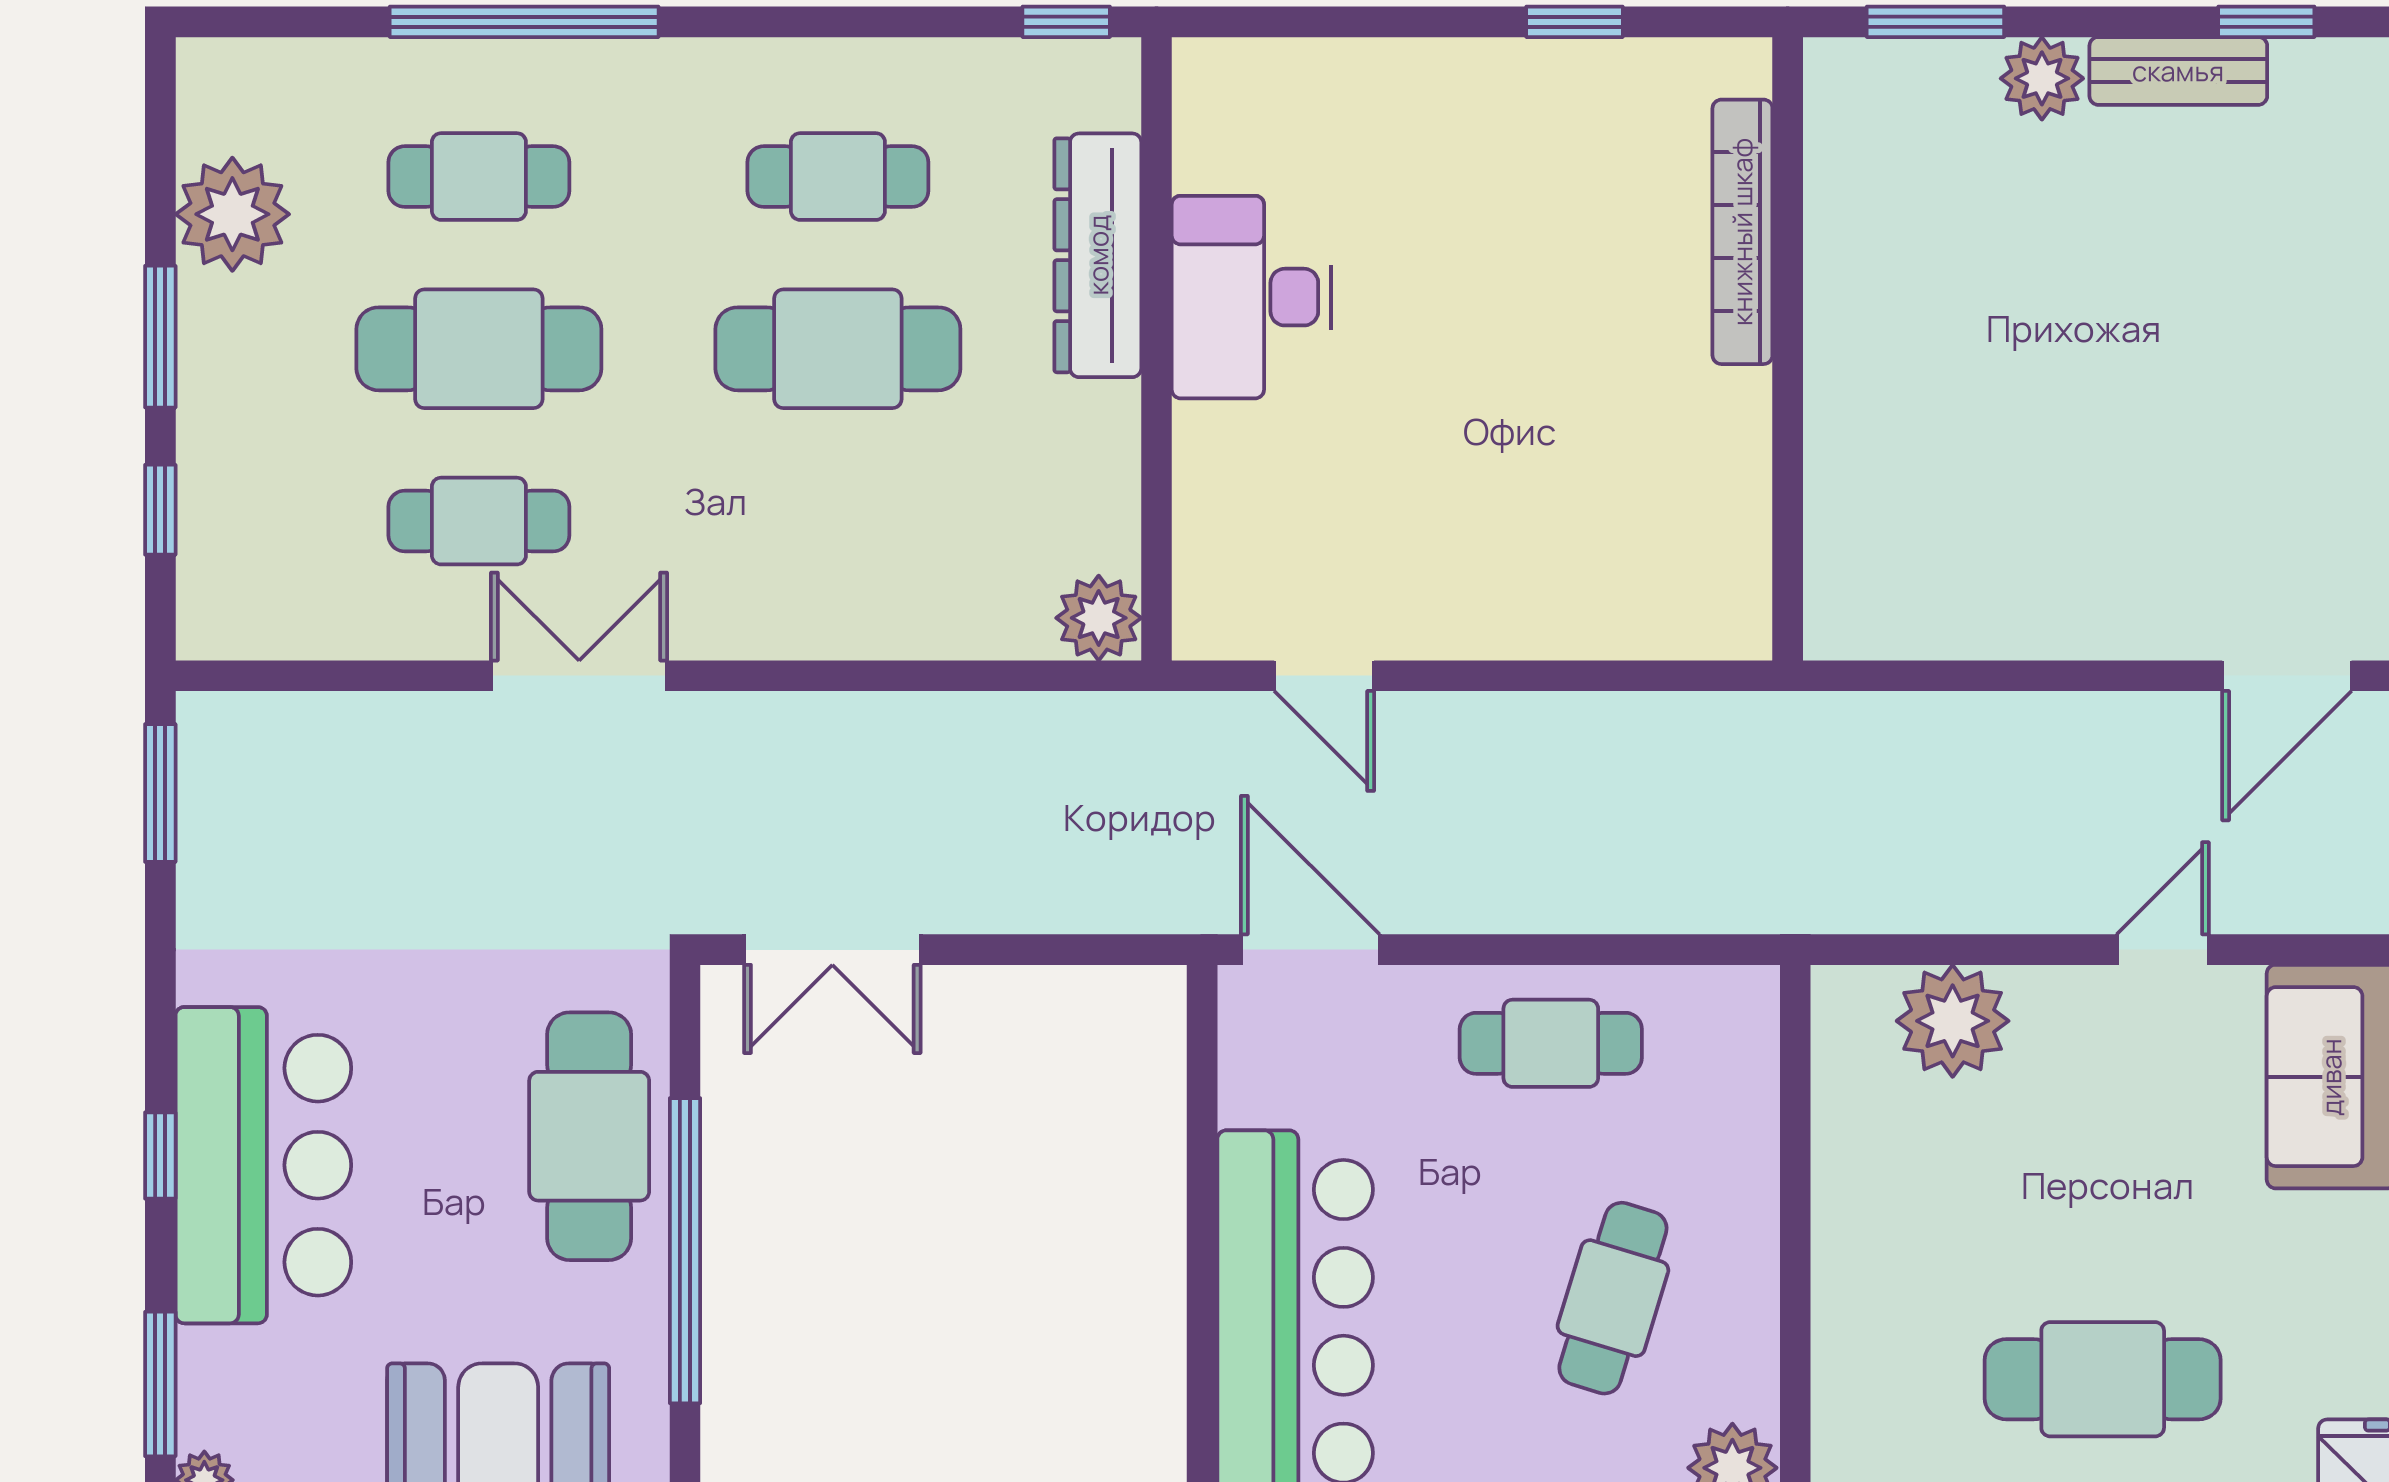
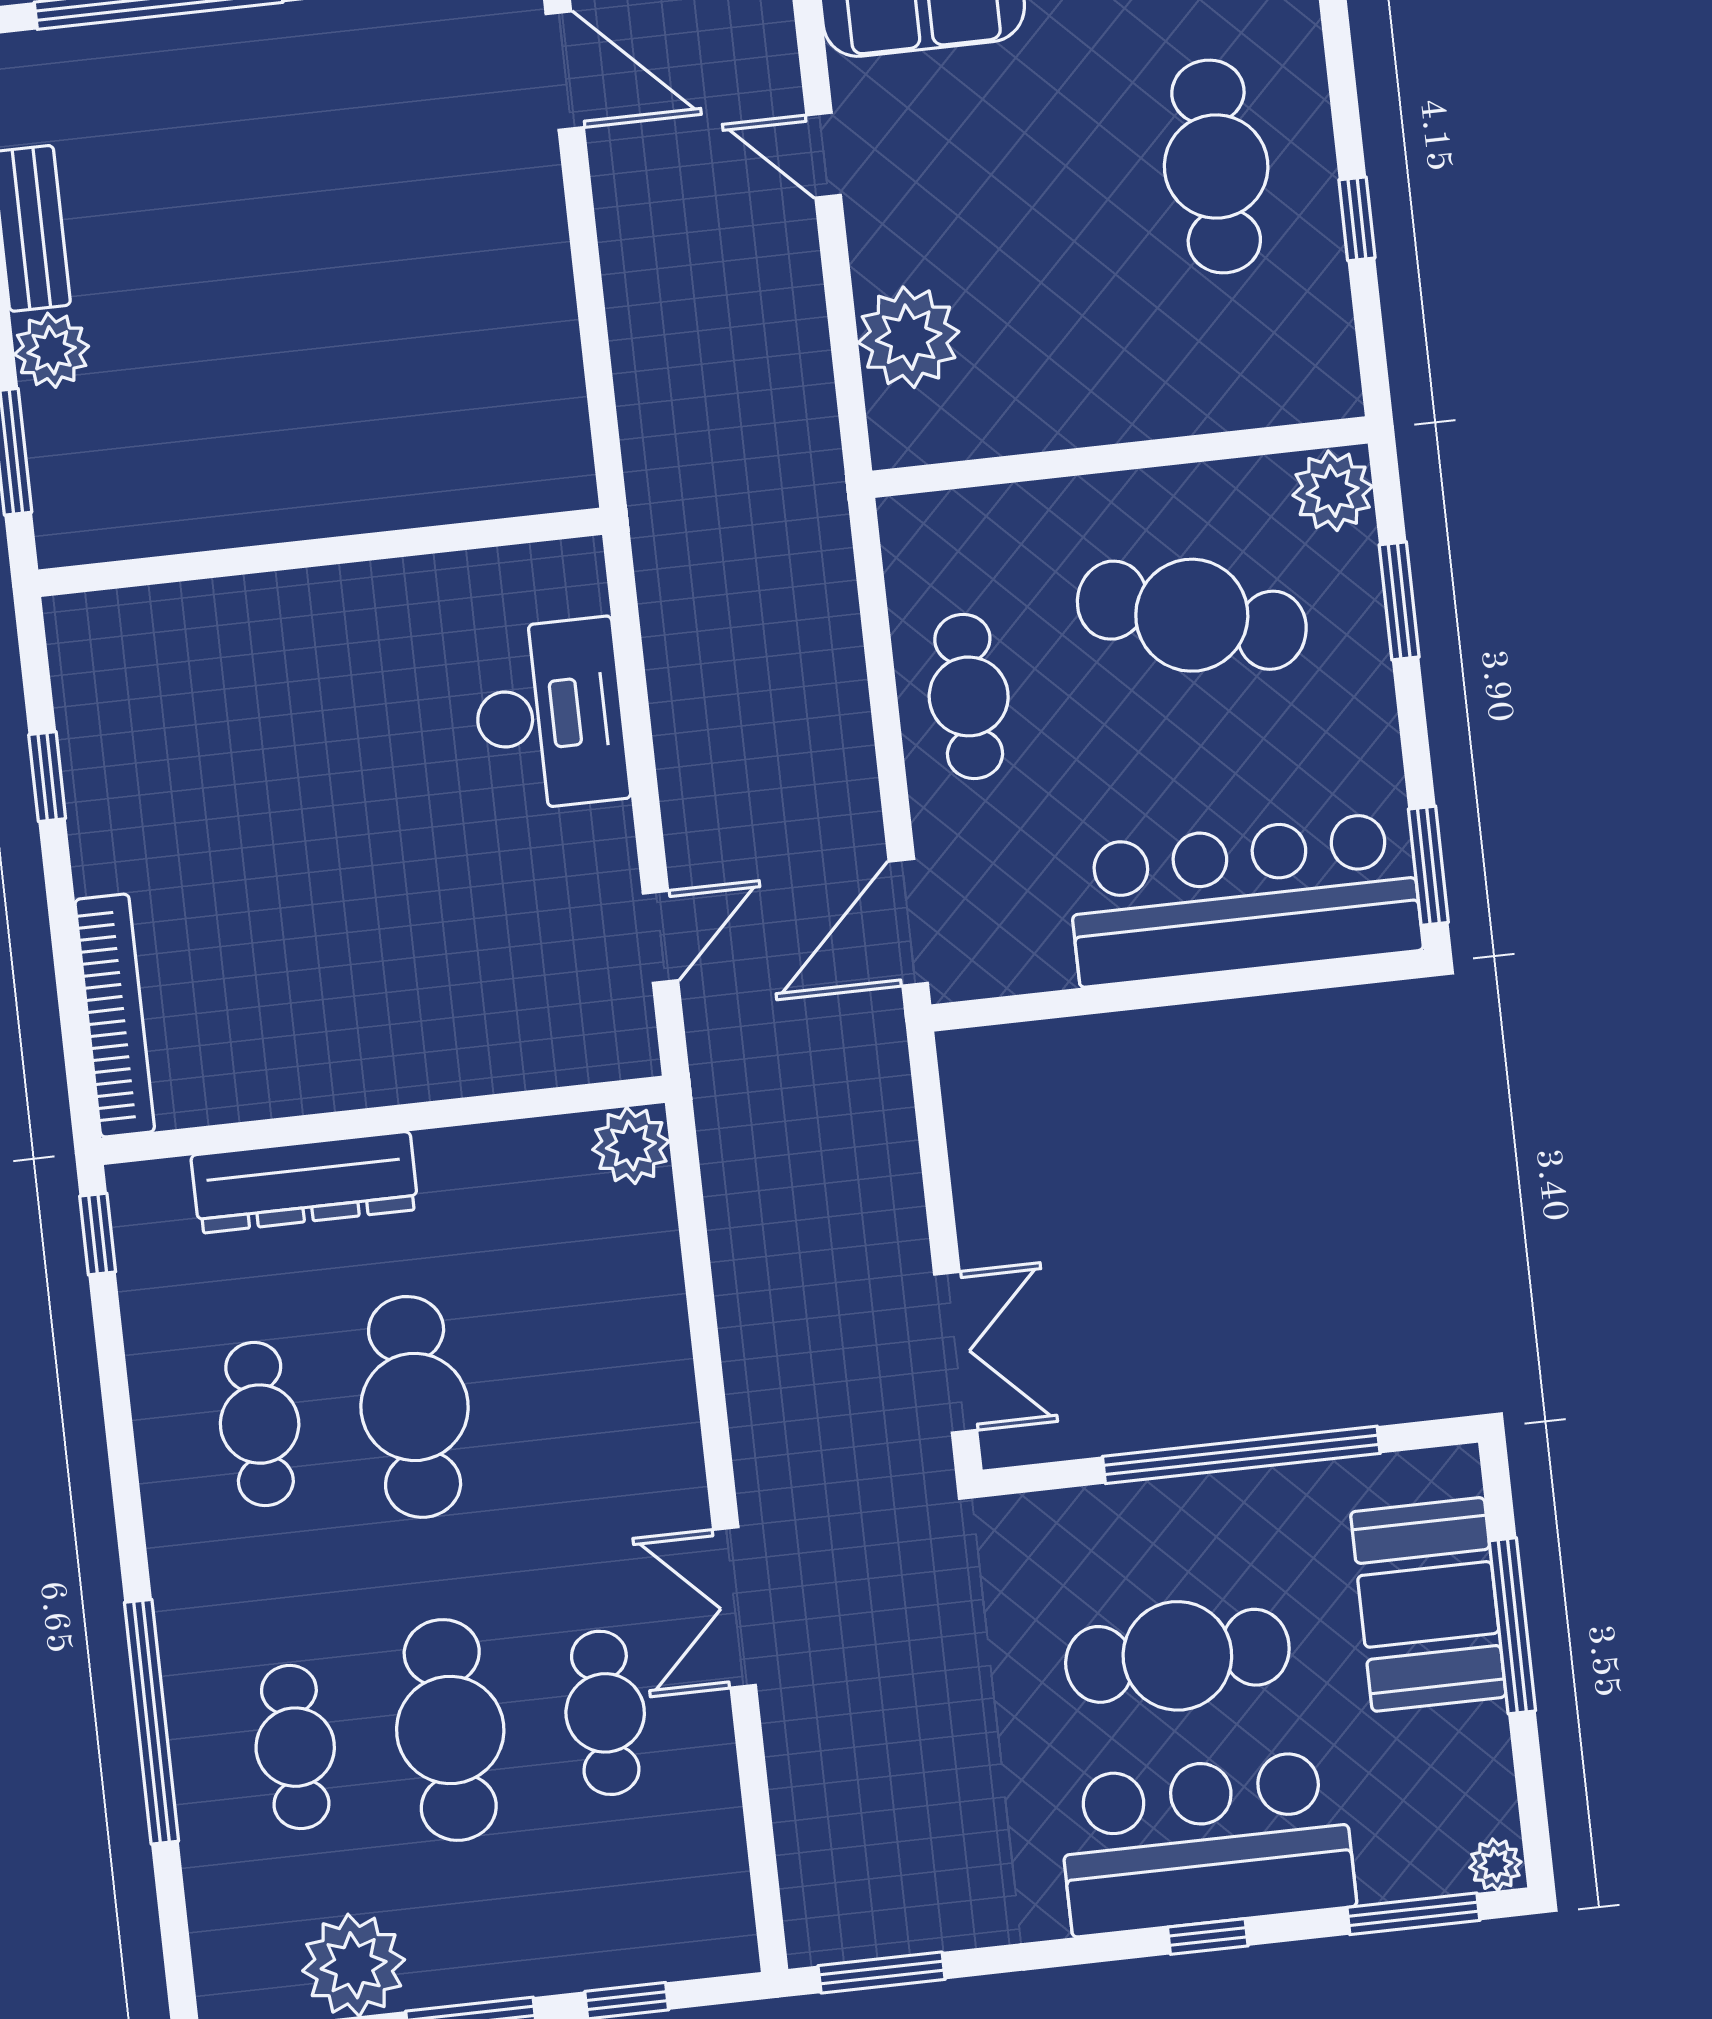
bookcase: (1742, 232) -> (115, 1016), moved, turned -90
desk: (1251, 297) -> (550, 715), moved, turned -90
cafe table: (589, 1136) -> (1177, 1656), moved
cafe table: (1613, 1298) -> (1192, 615), width x1.37, depth x1.35

